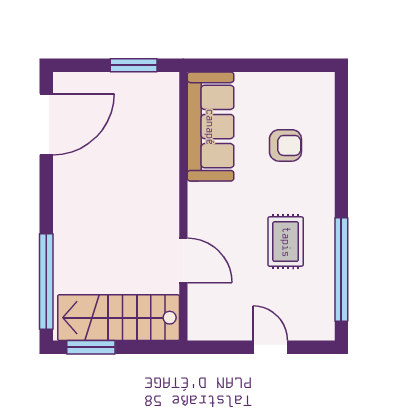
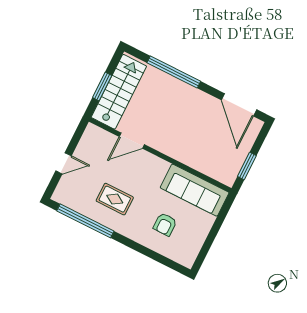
window: (46, 281) -> (174, 72), moved
window: (91, 347) -> (102, 86), moved

